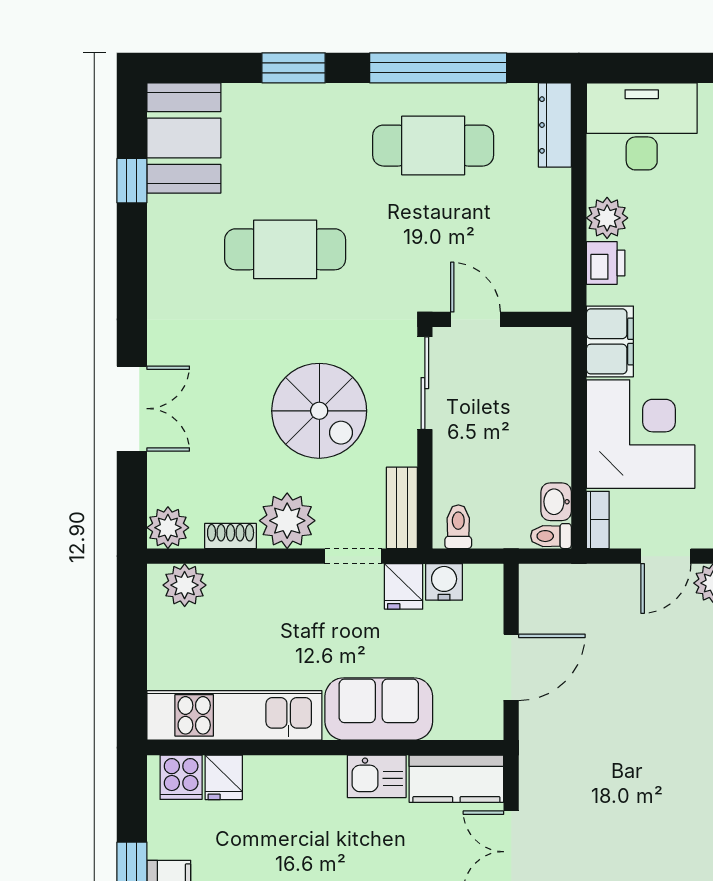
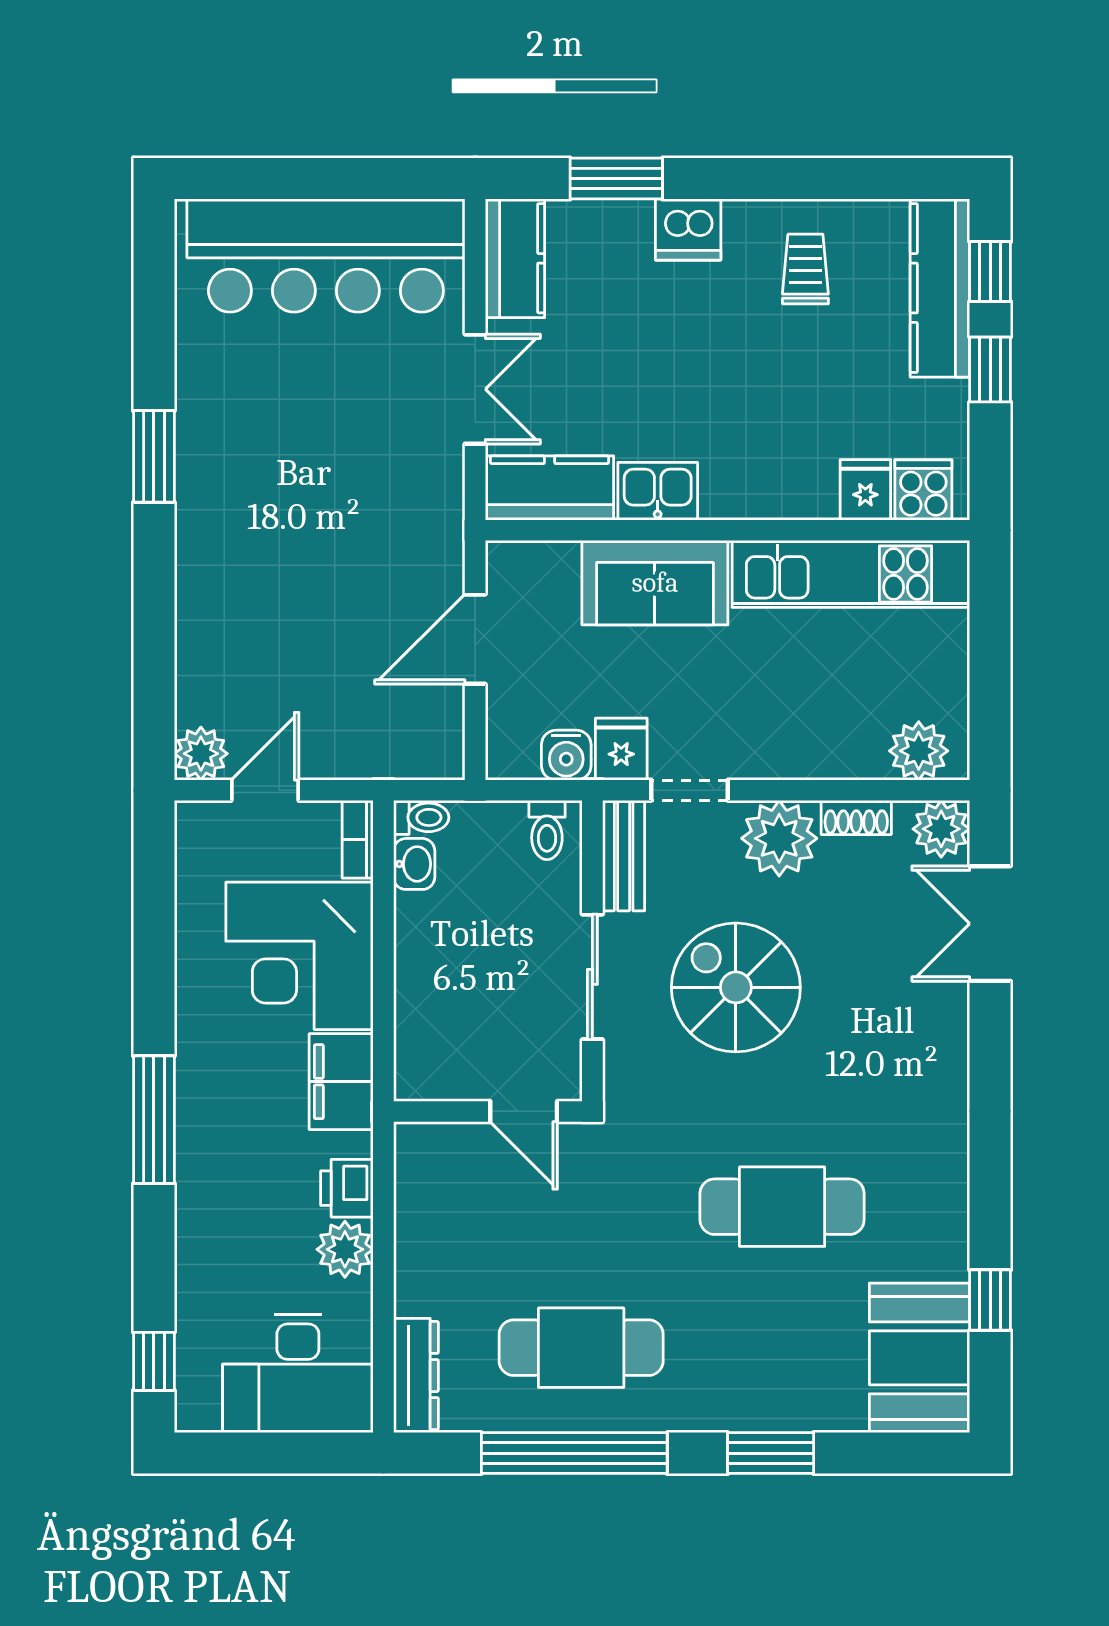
sliding door: (425, 383) -> (592, 977), moved
double door: (132, 409) -> (990, 924), moved

